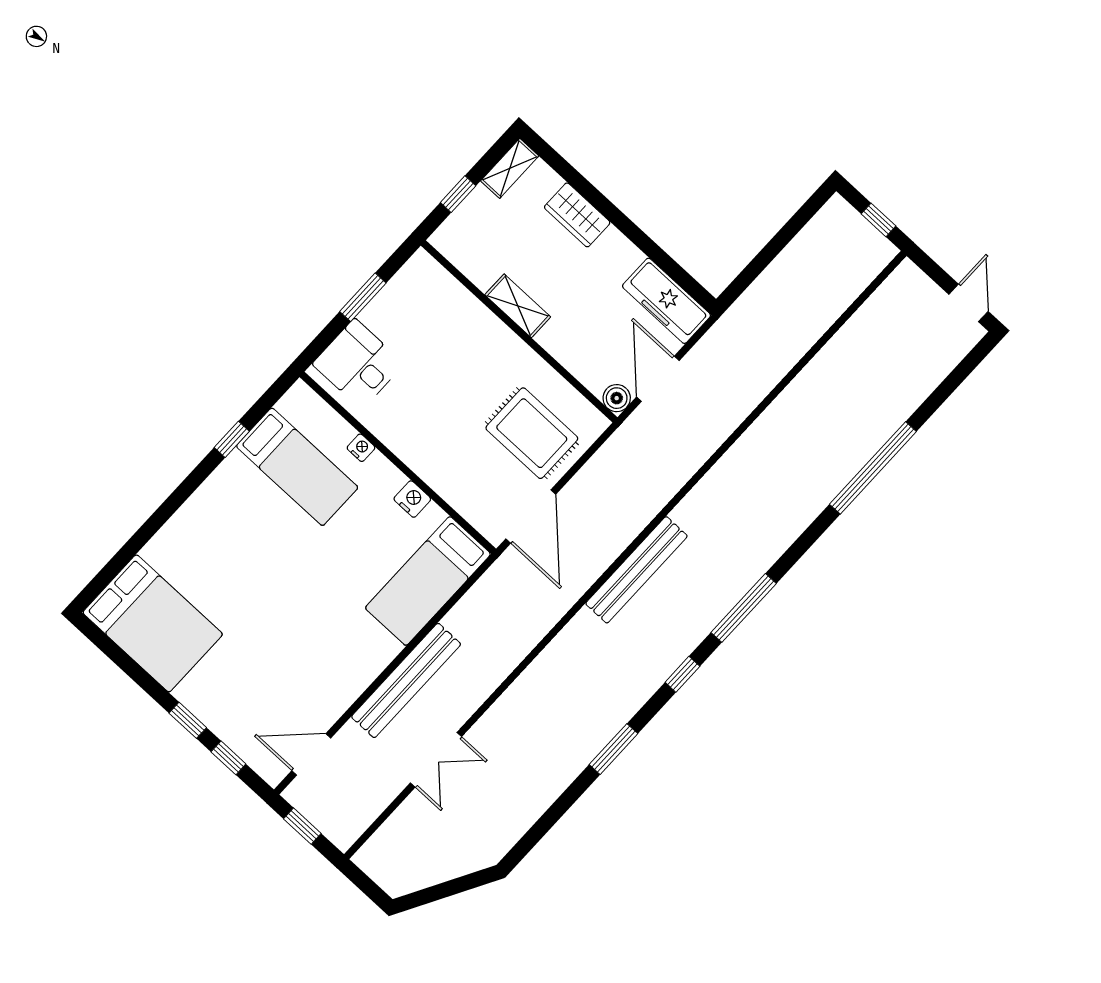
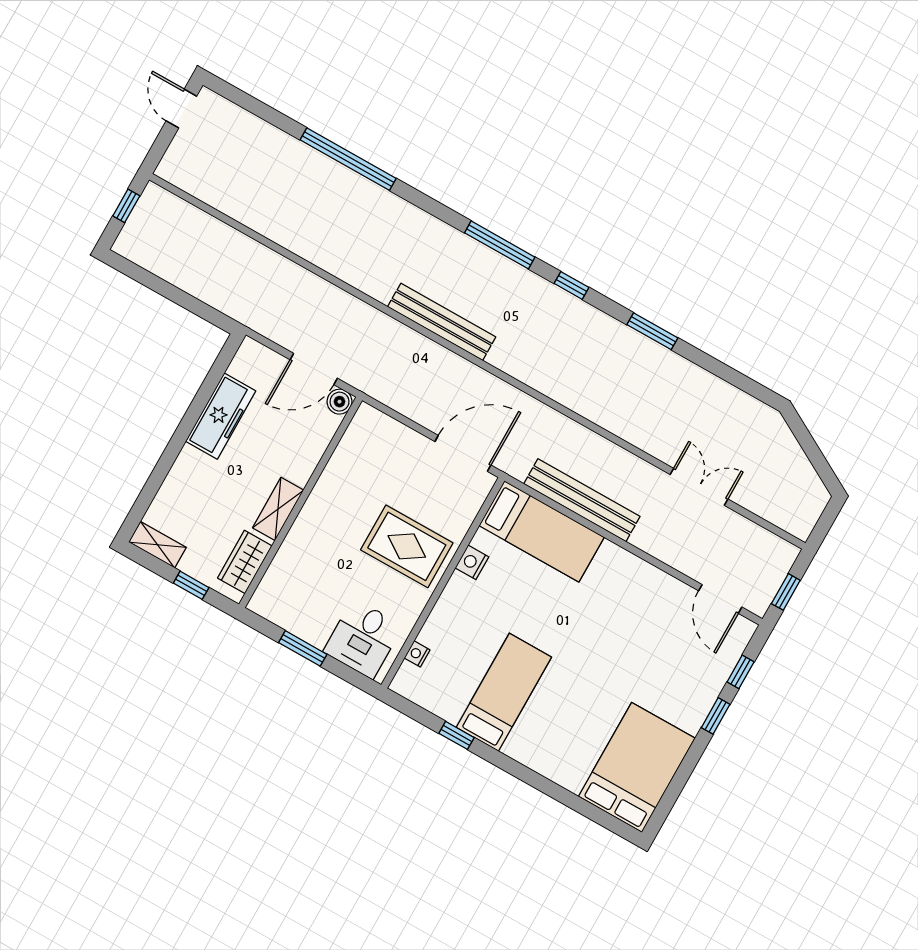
wardrobe: (577, 215) -> (245, 562), moved, turned 180
freezer: (666, 301) -> (221, 416), moved
door: (968, 303) -> (181, 109), hinge flipped
rug: (532, 433) -> (407, 546), moved, turned 90
nightstand: (361, 448) -> (417, 654), moved
bed: (297, 467) -> (504, 692), moved
bench: (636, 570) -> (442, 322), moved
bench: (406, 680) -> (582, 500), moved

